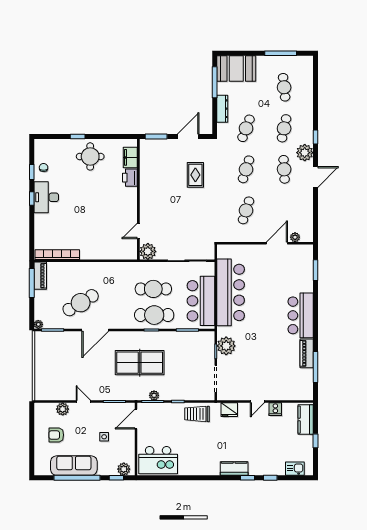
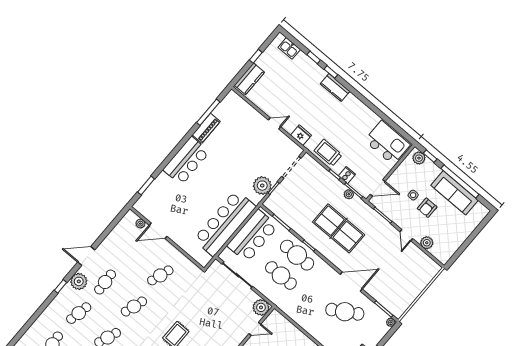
cooker: (275, 409) -> (347, 175), moved
trolley: (197, 414) -> (328, 153), turned 180
armchair: (56, 435) -> (427, 208), moved, turned 90

